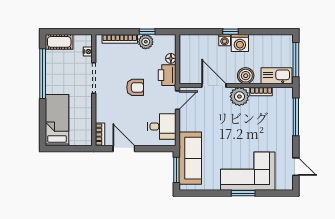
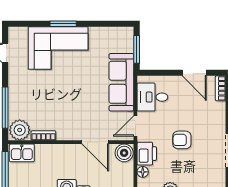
boiler: (246, 76) -> (124, 153), moved
kitchen sink: (277, 76) -> (22, 153), width x0.73
plant: (239, 96) -> (20, 130), moved
sofa: (190, 158) -> (121, 82), moved

